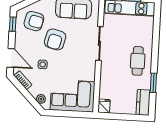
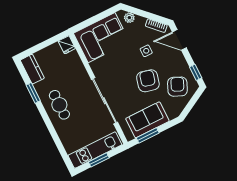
armchair: (34, 21) -> (177, 87), turned 101
sliding door: (99, 43) -> (104, 101), width x1.36

